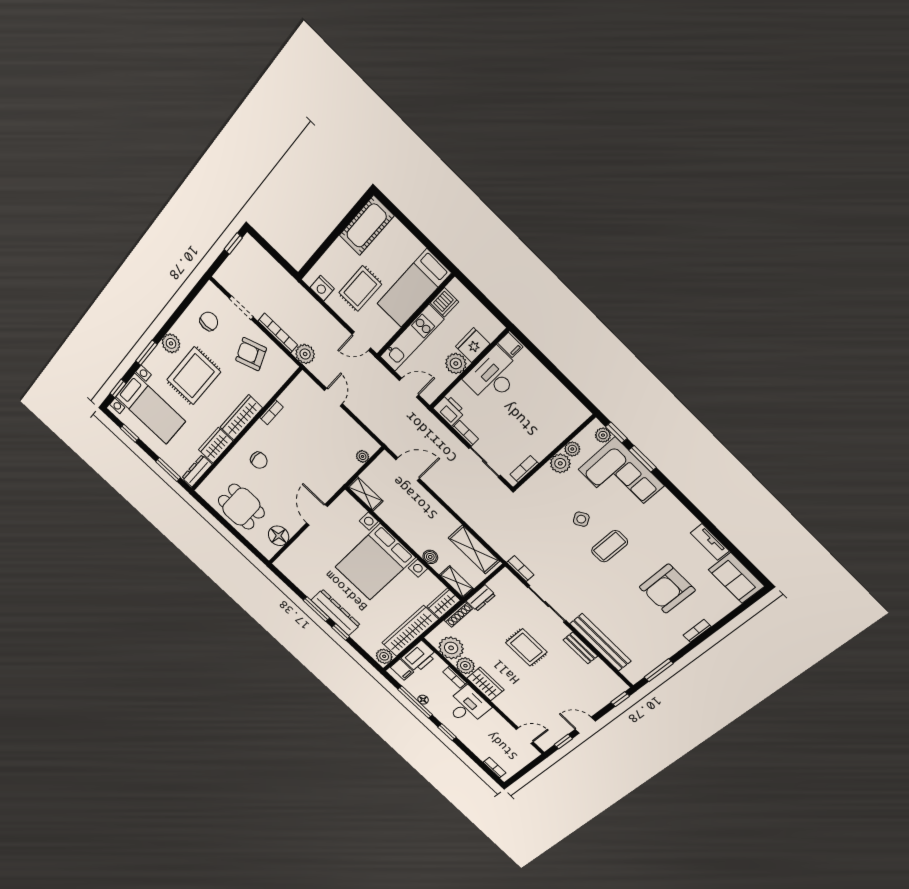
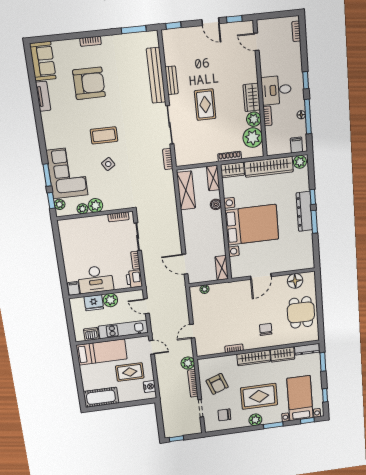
dresser: (481, 598) -> (207, 157), removed
printer: (419, 657) -> (278, 146), removed

